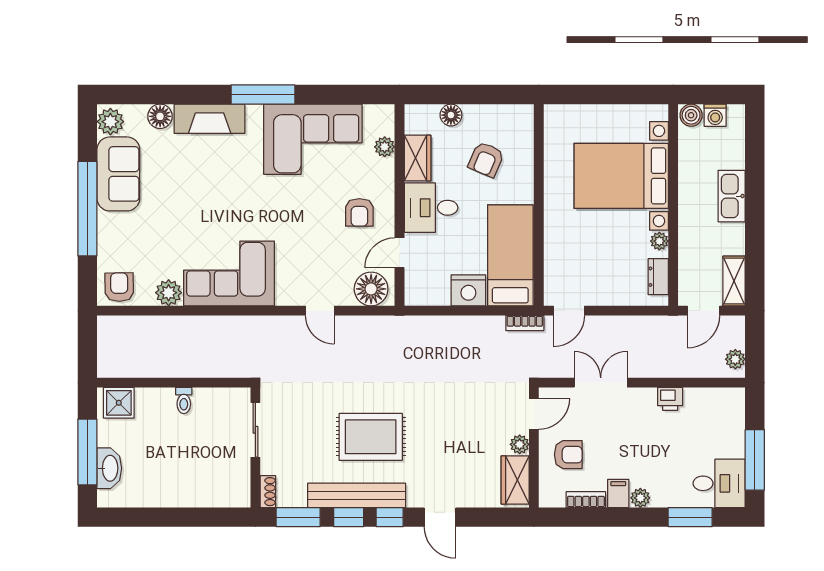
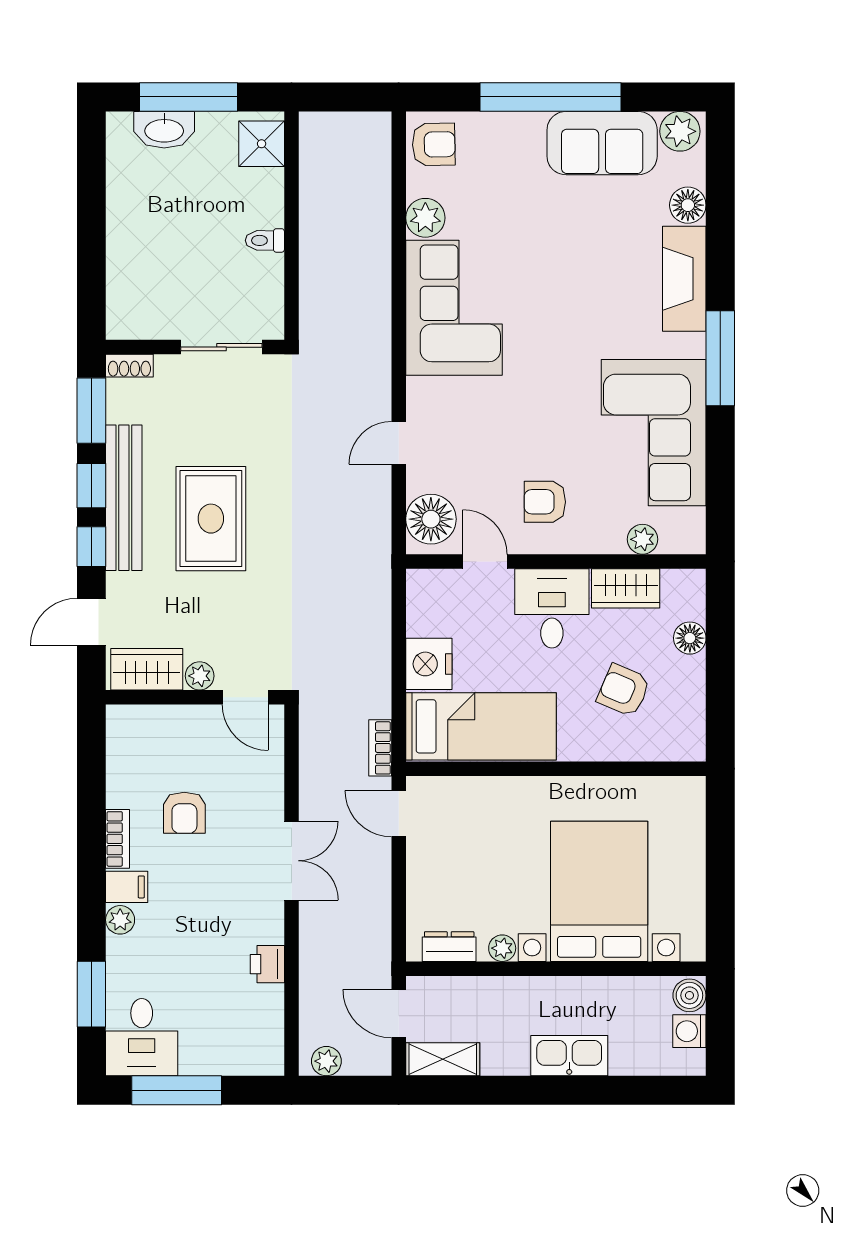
door: (534, 414) -> (245, 697), moved
plant: (520, 444) -> (200, 676), moved
wall: (534, 447) -> (195, 697), moved
wardrobe: (515, 480) -> (147, 669), moved

